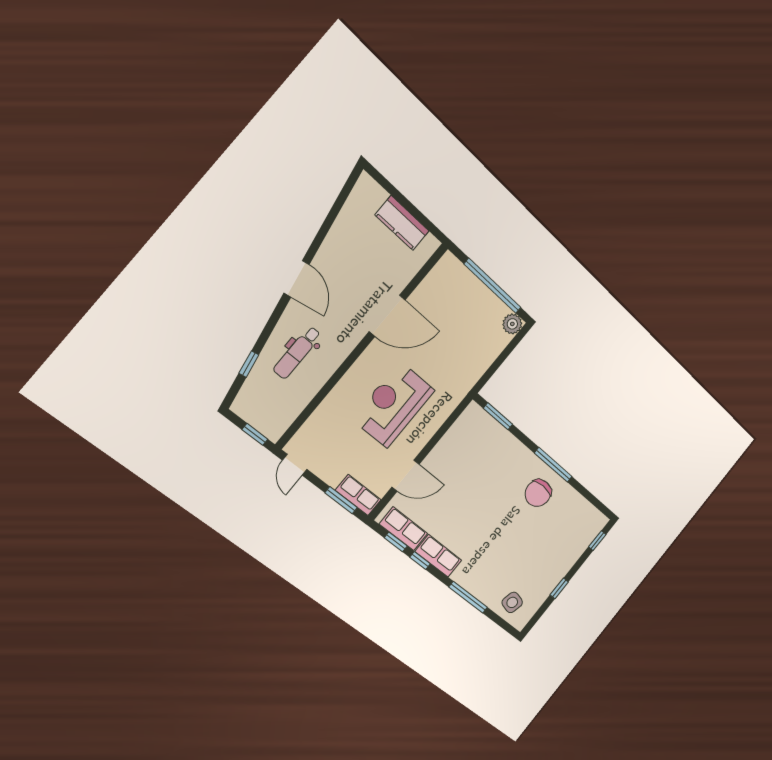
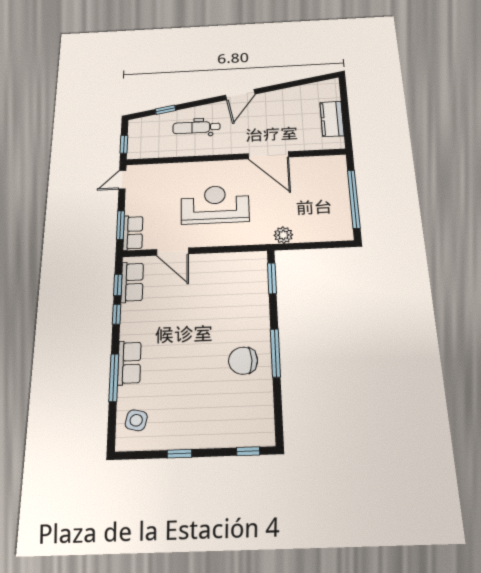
plant: (512, 324) -> (283, 235), moved
row of seats: (438, 556) -> (129, 363), moved

